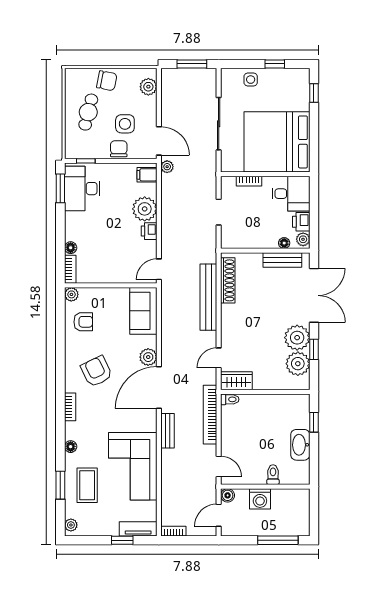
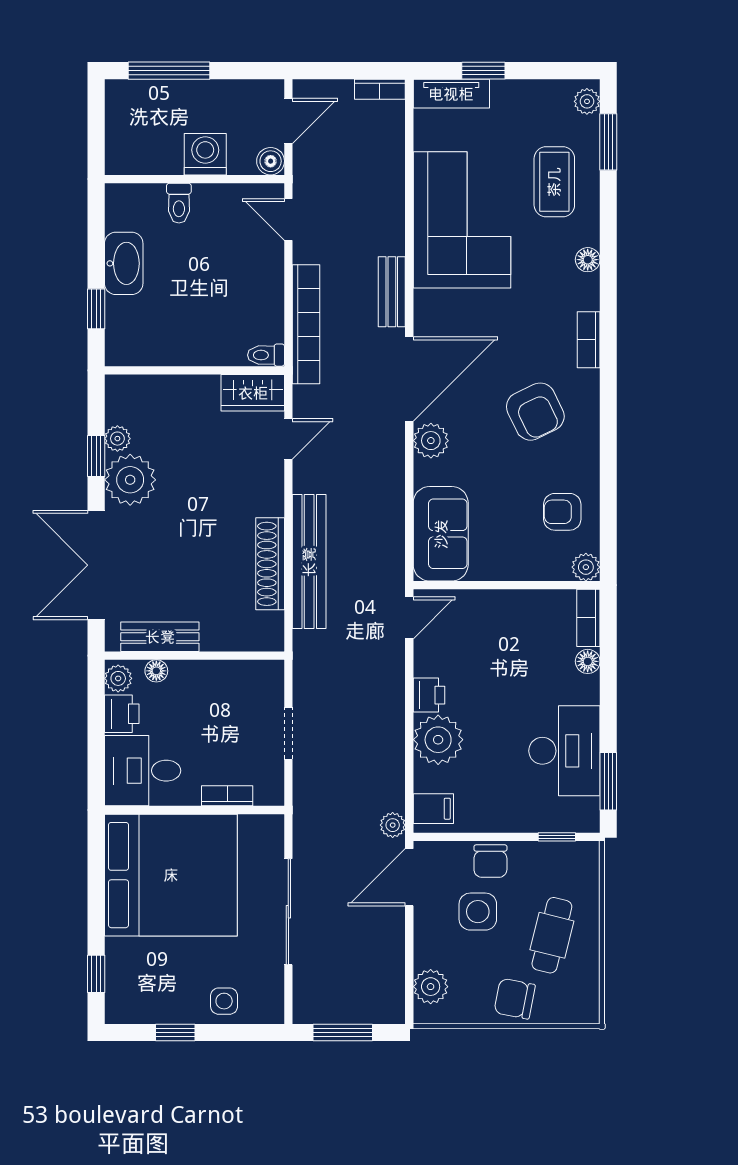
door: (159, 141) -> (409, 877), hinge flipped
desk: (82, 189) -> (564, 751), moved
shoe rack: (228, 280) -> (270, 564), moved
plant: (298, 364) -> (117, 439), width x0.53, depth x0.53
window: (60, 485) -> (608, 142), moved

